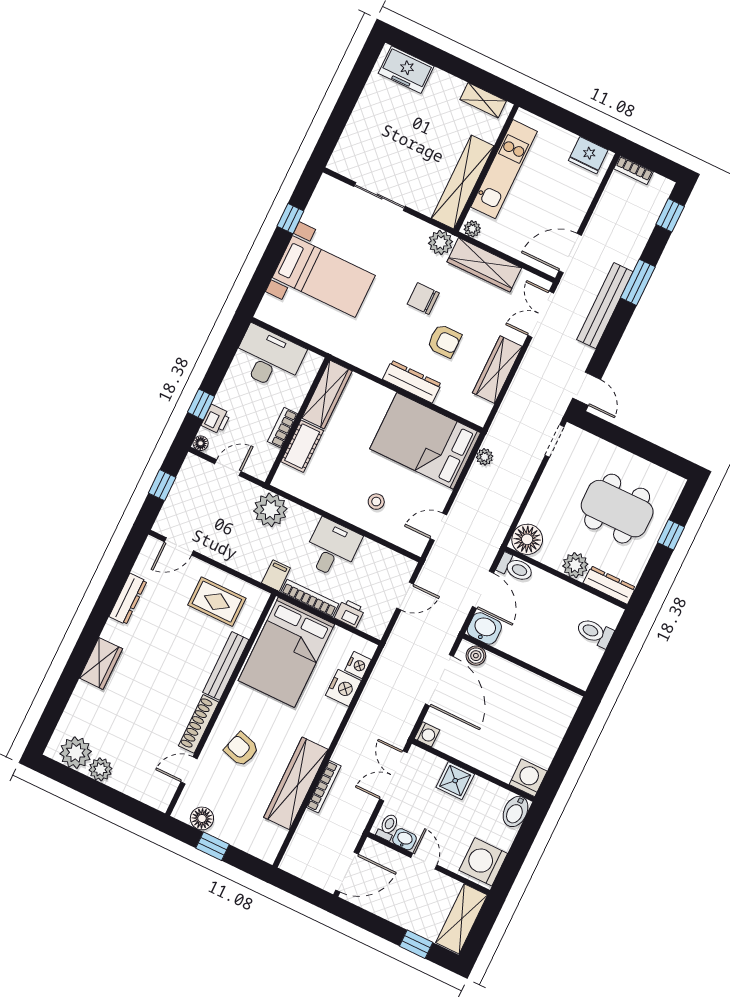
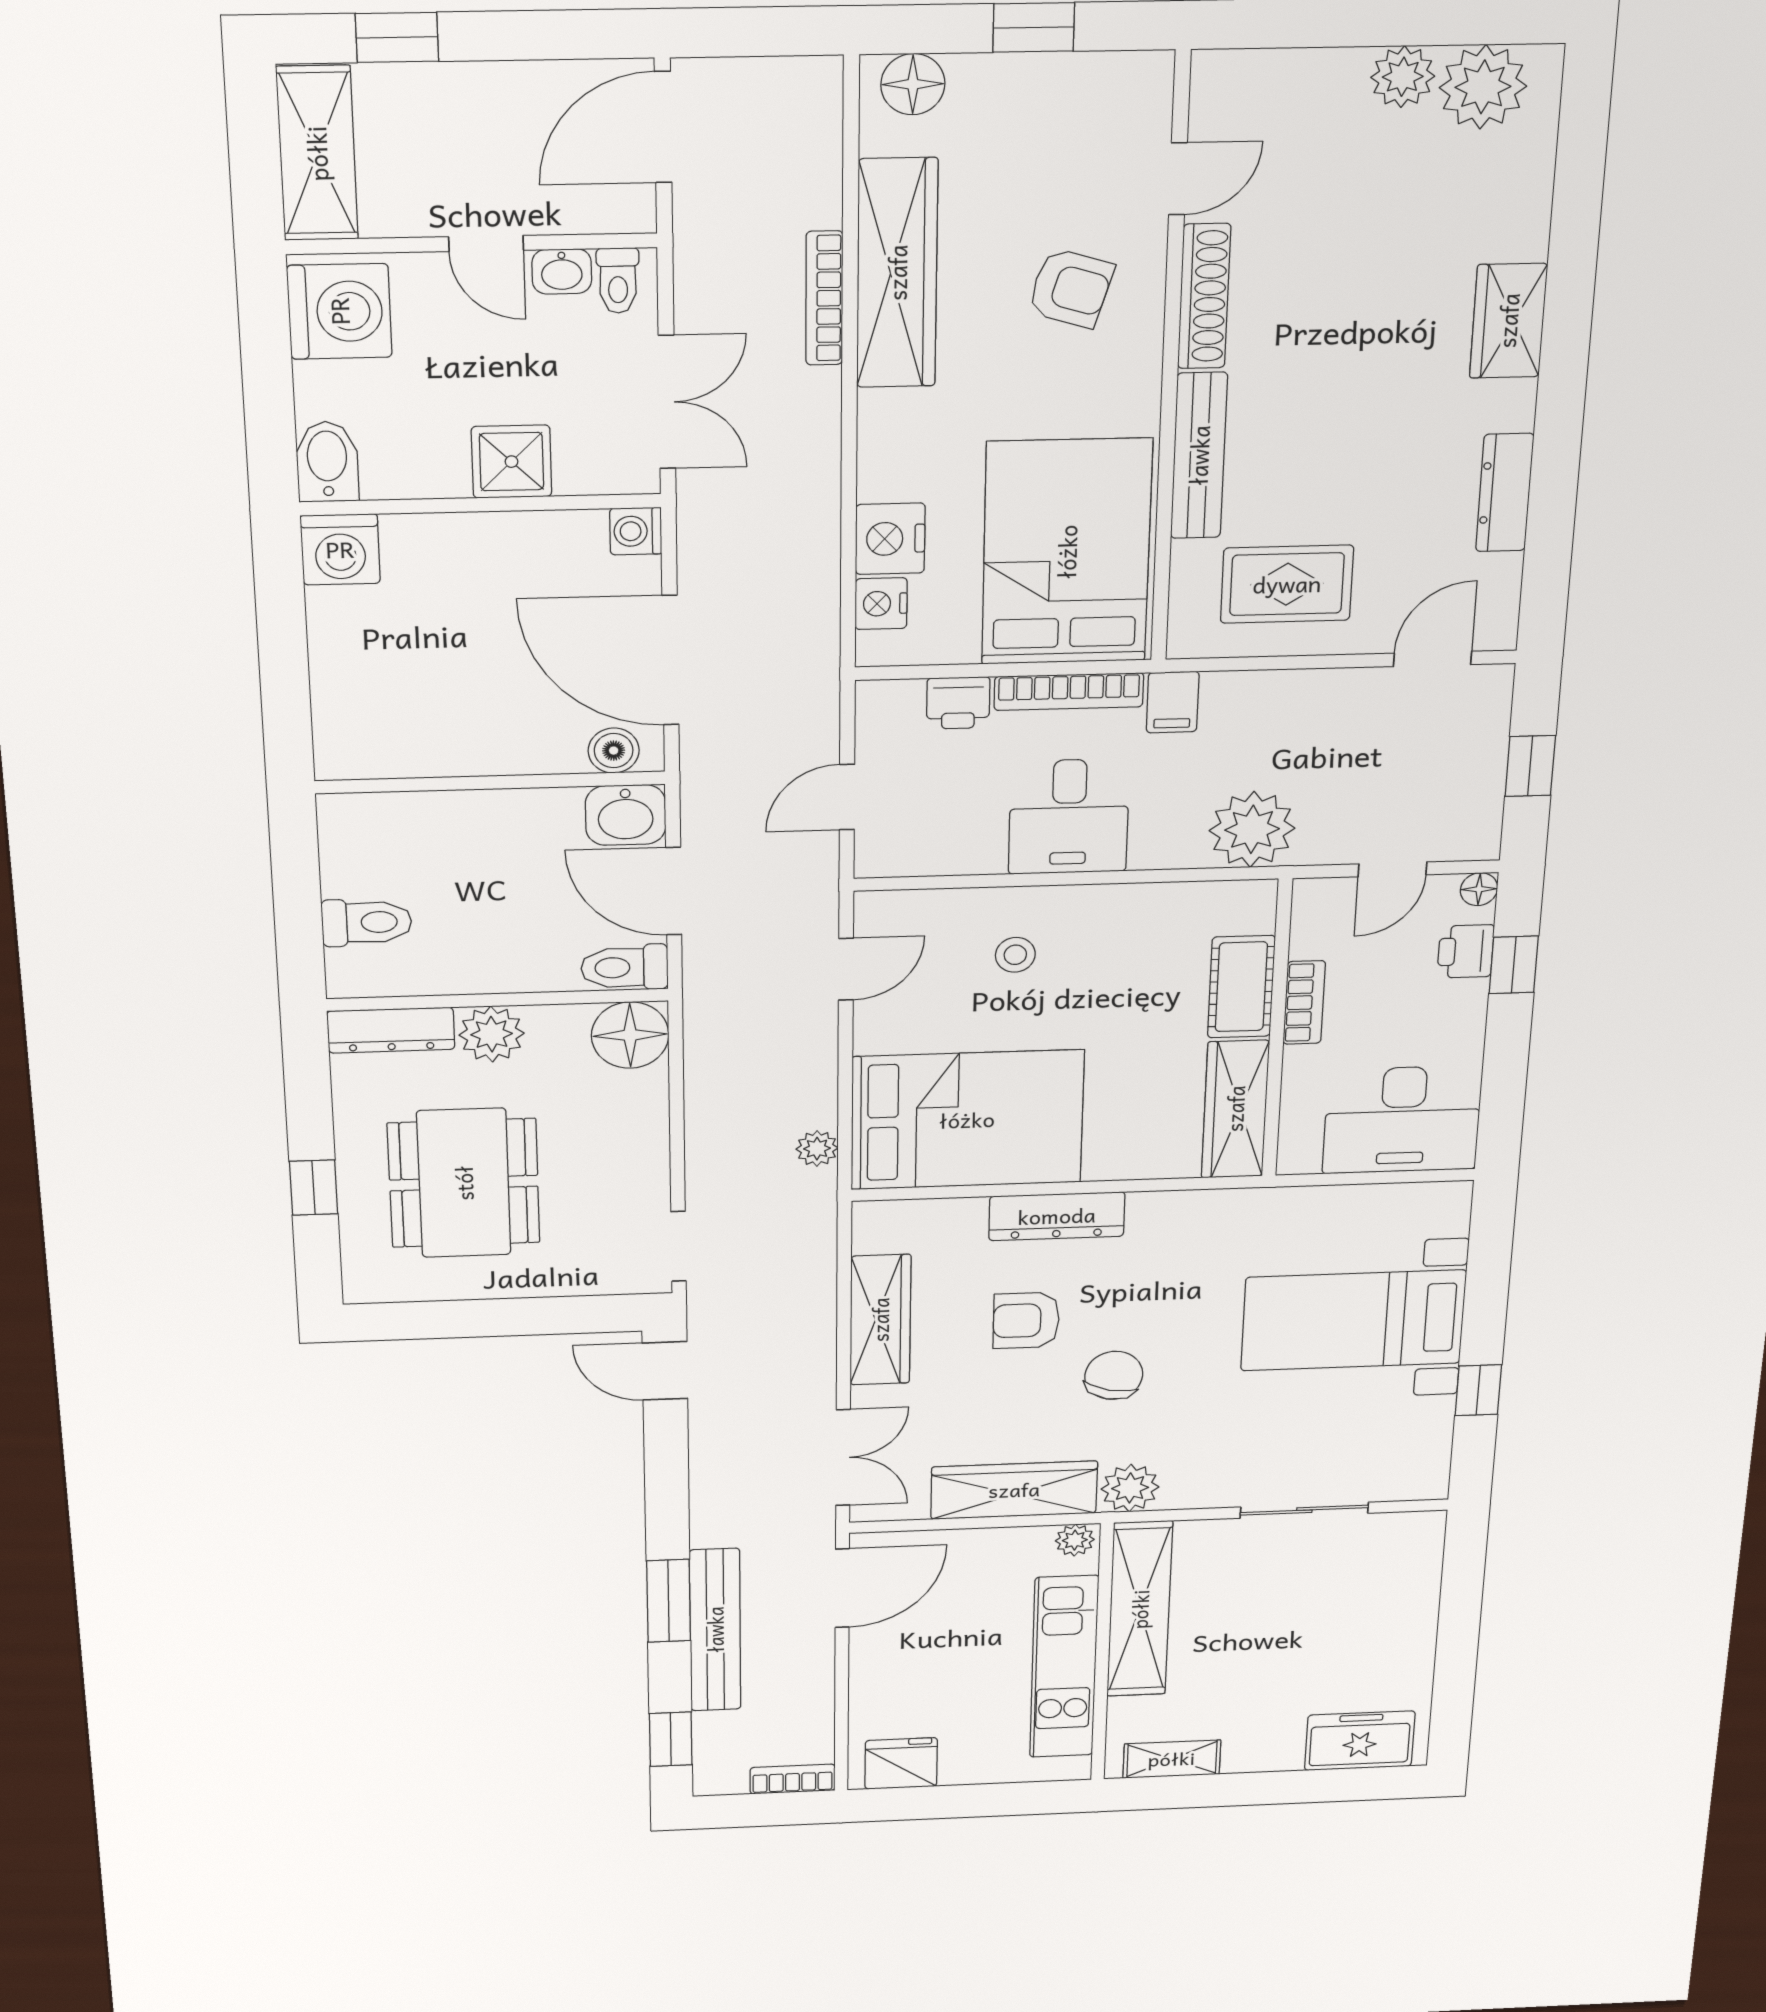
chair: (423, 299) -> (1114, 1375), turned -77
bench: (605, 306) -> (715, 1630), moved
dining table: (617, 509) -> (464, 1183), turned 90
floor lamp: (202, 818) -> (913, 84), moved

